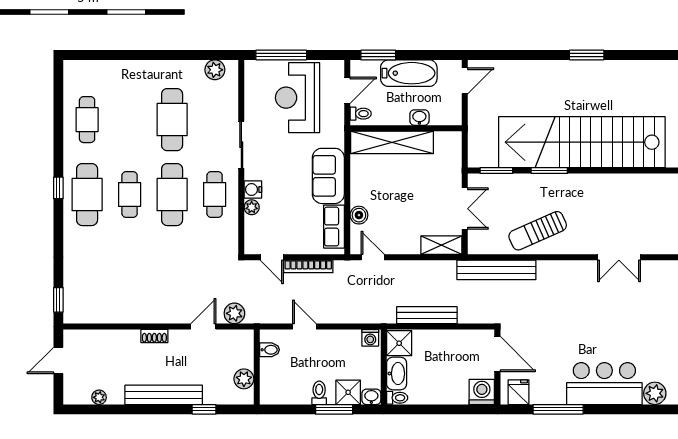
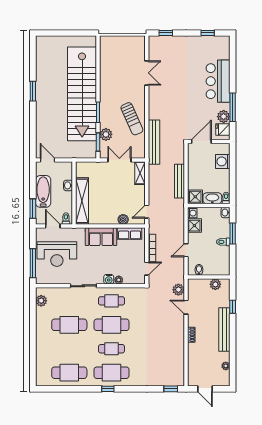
cafe table: (87, 120) -> (69, 373), width x1.37, depth x1.35
plant: (510, 185) -> (106, 134), added
shower: (348, 392) -> (194, 226), moved
washing machine: (482, 392) -> (223, 161), moved
plant: (655, 393) -> (224, 117), moved

